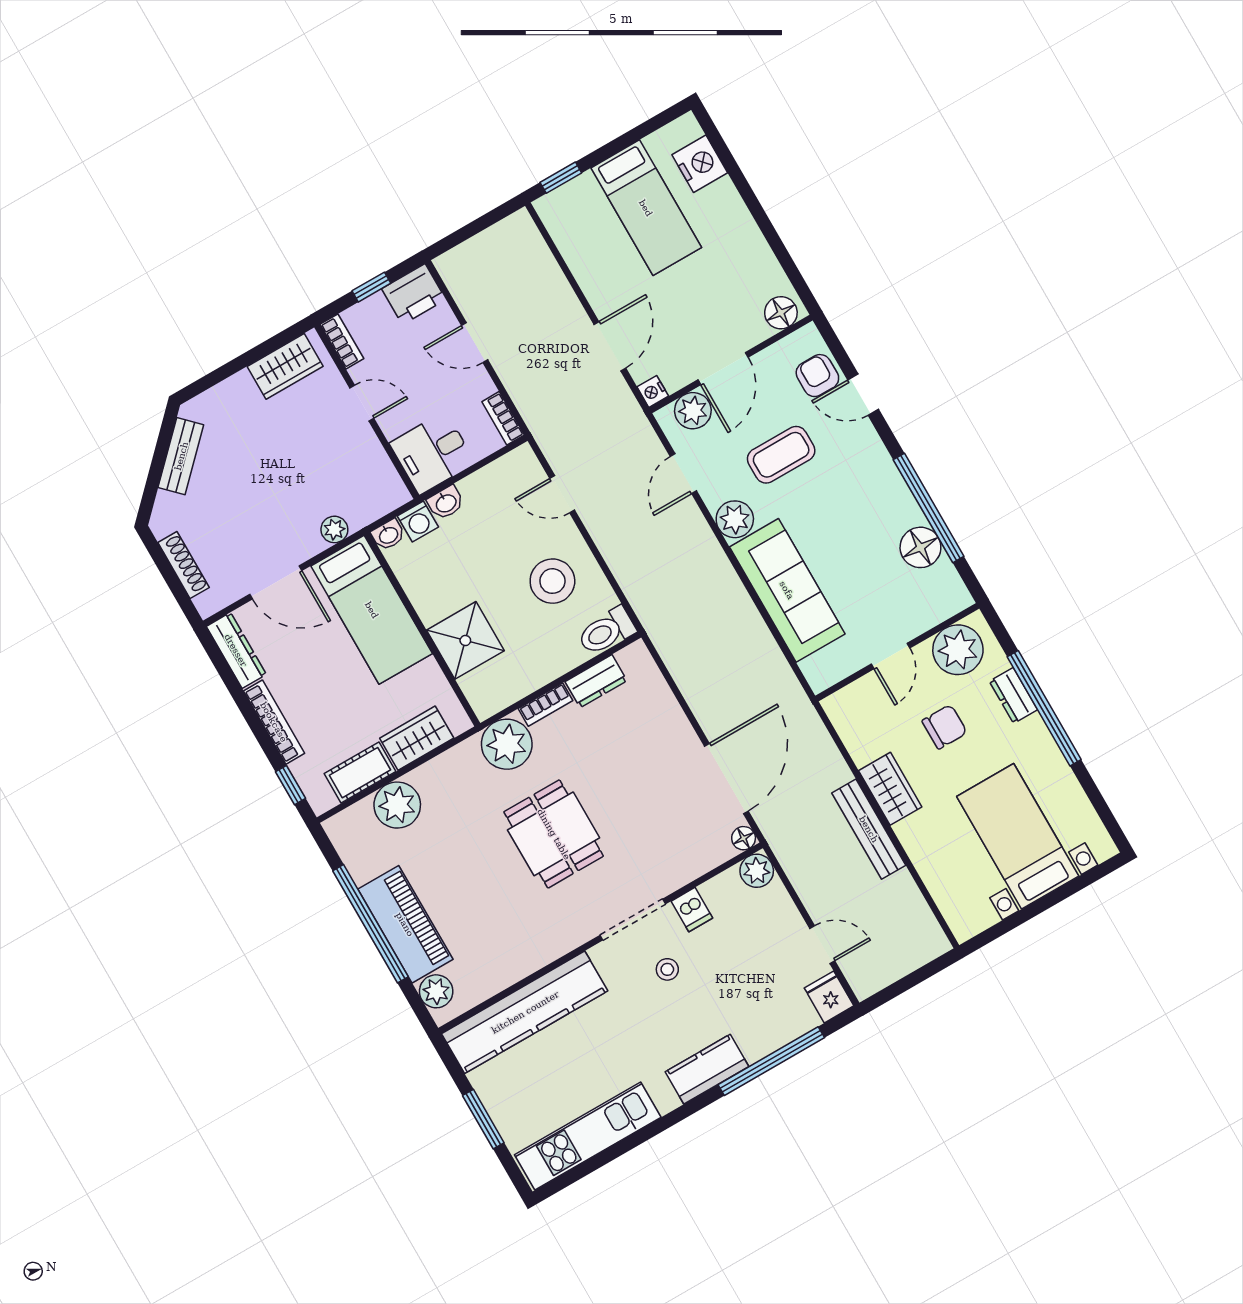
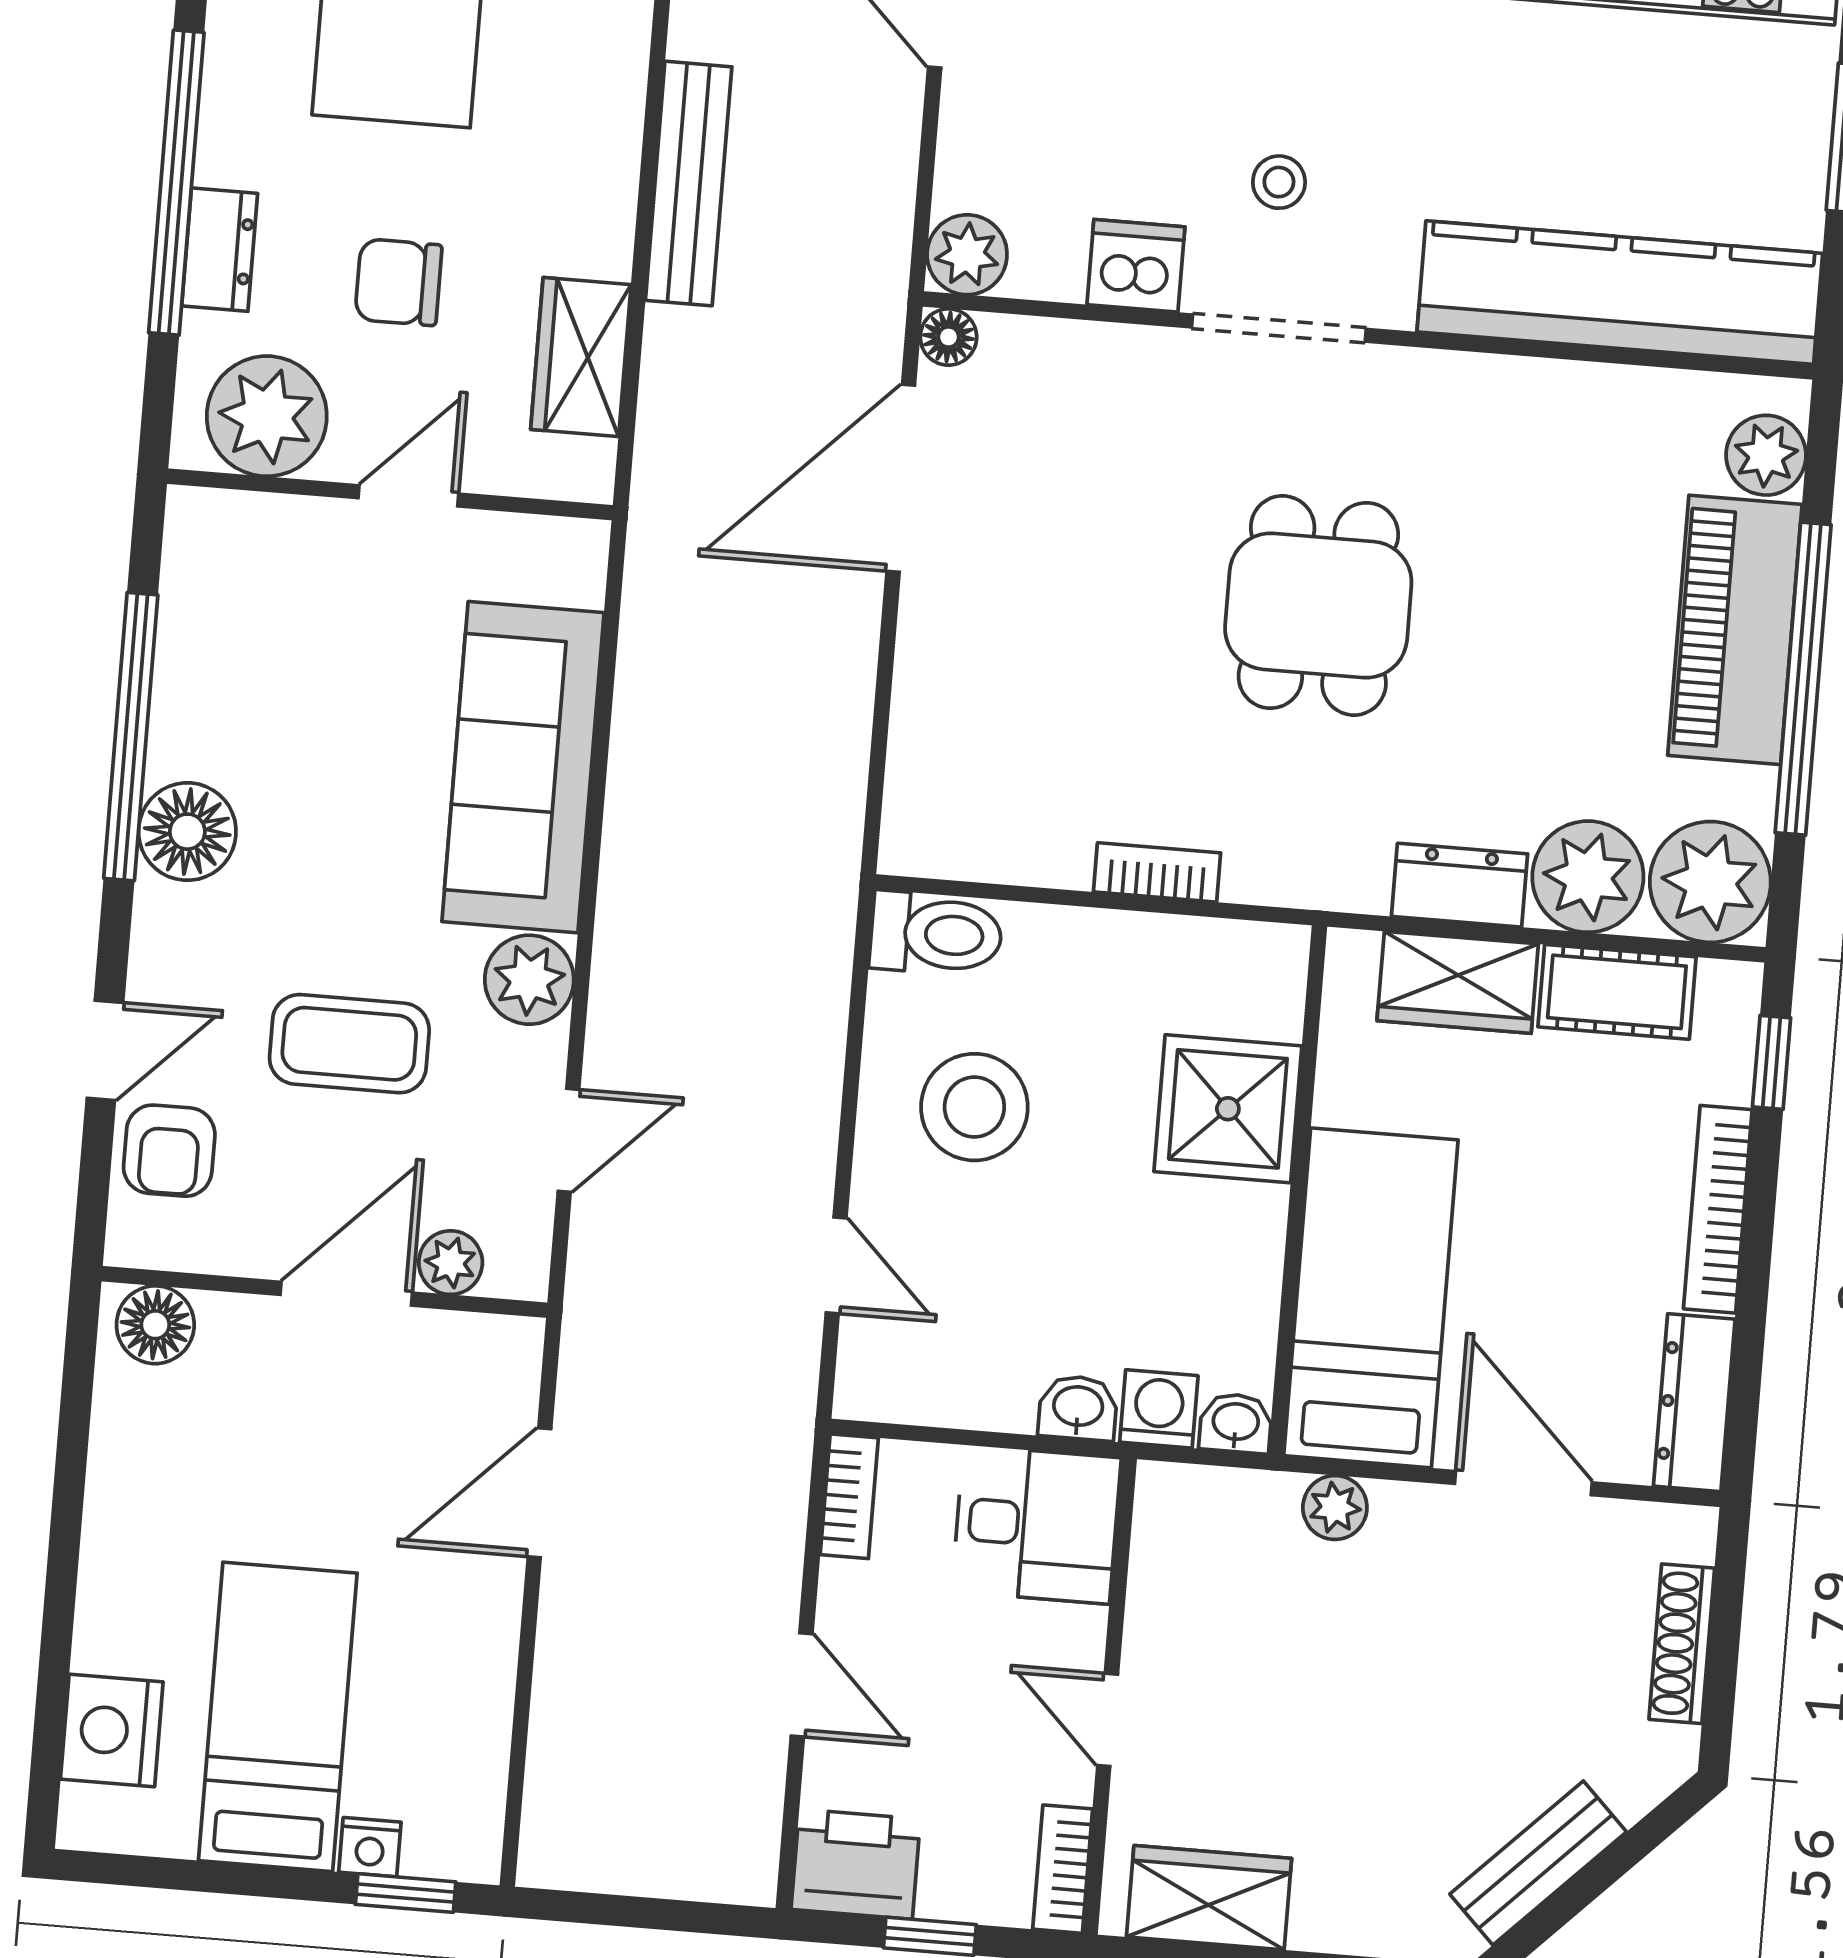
nightstand: (653, 391) -> (370, 1847), moved, turned 90
door: (863, 395) -> (105, 1050), hinge flipped
plant: (693, 411) -> (451, 1263), width x0.73, depth x0.73
floor lamp: (920, 547) -> (187, 832), moved
dresser: (596, 681) -> (1460, 885), moved
plant: (507, 744) -> (1710, 882), moved
wardrobe: (890, 789) -> (581, 357), moved
dishwasher: (692, 910) -> (1136, 266), width x1.38

